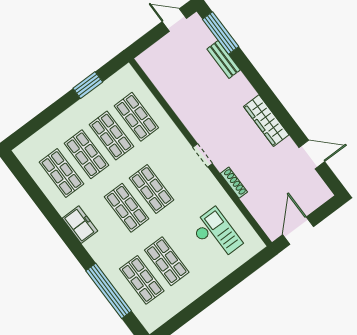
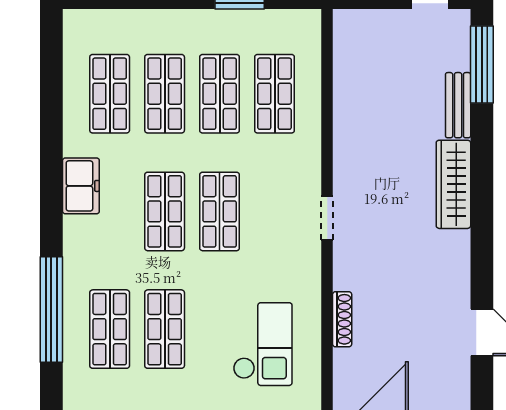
wardrobe: (266, 121) -> (453, 184), moved
shoe rack: (234, 183) -> (342, 319), moved

